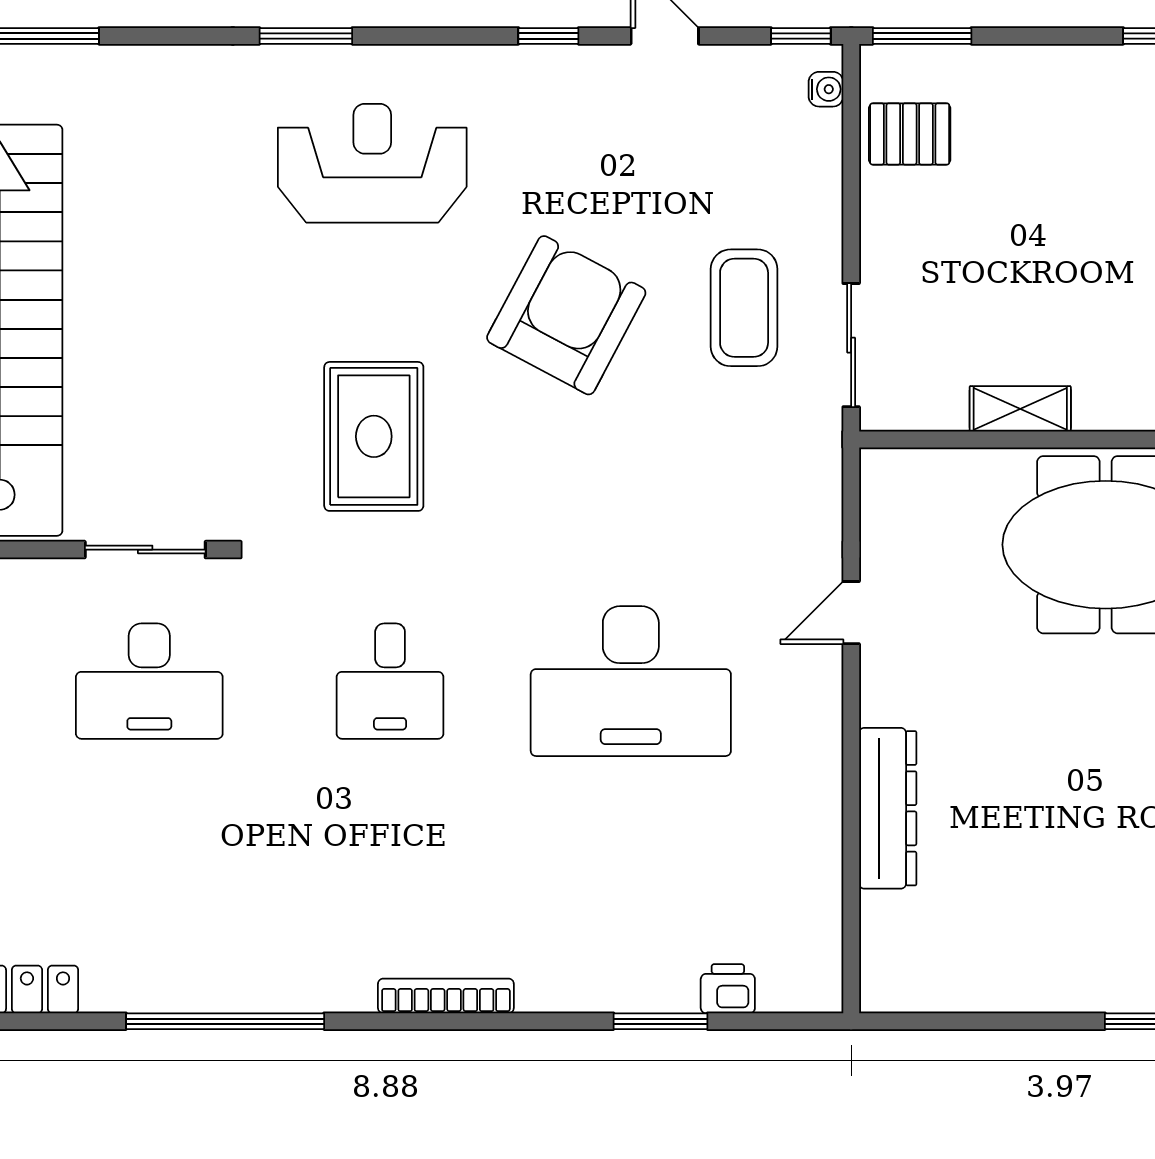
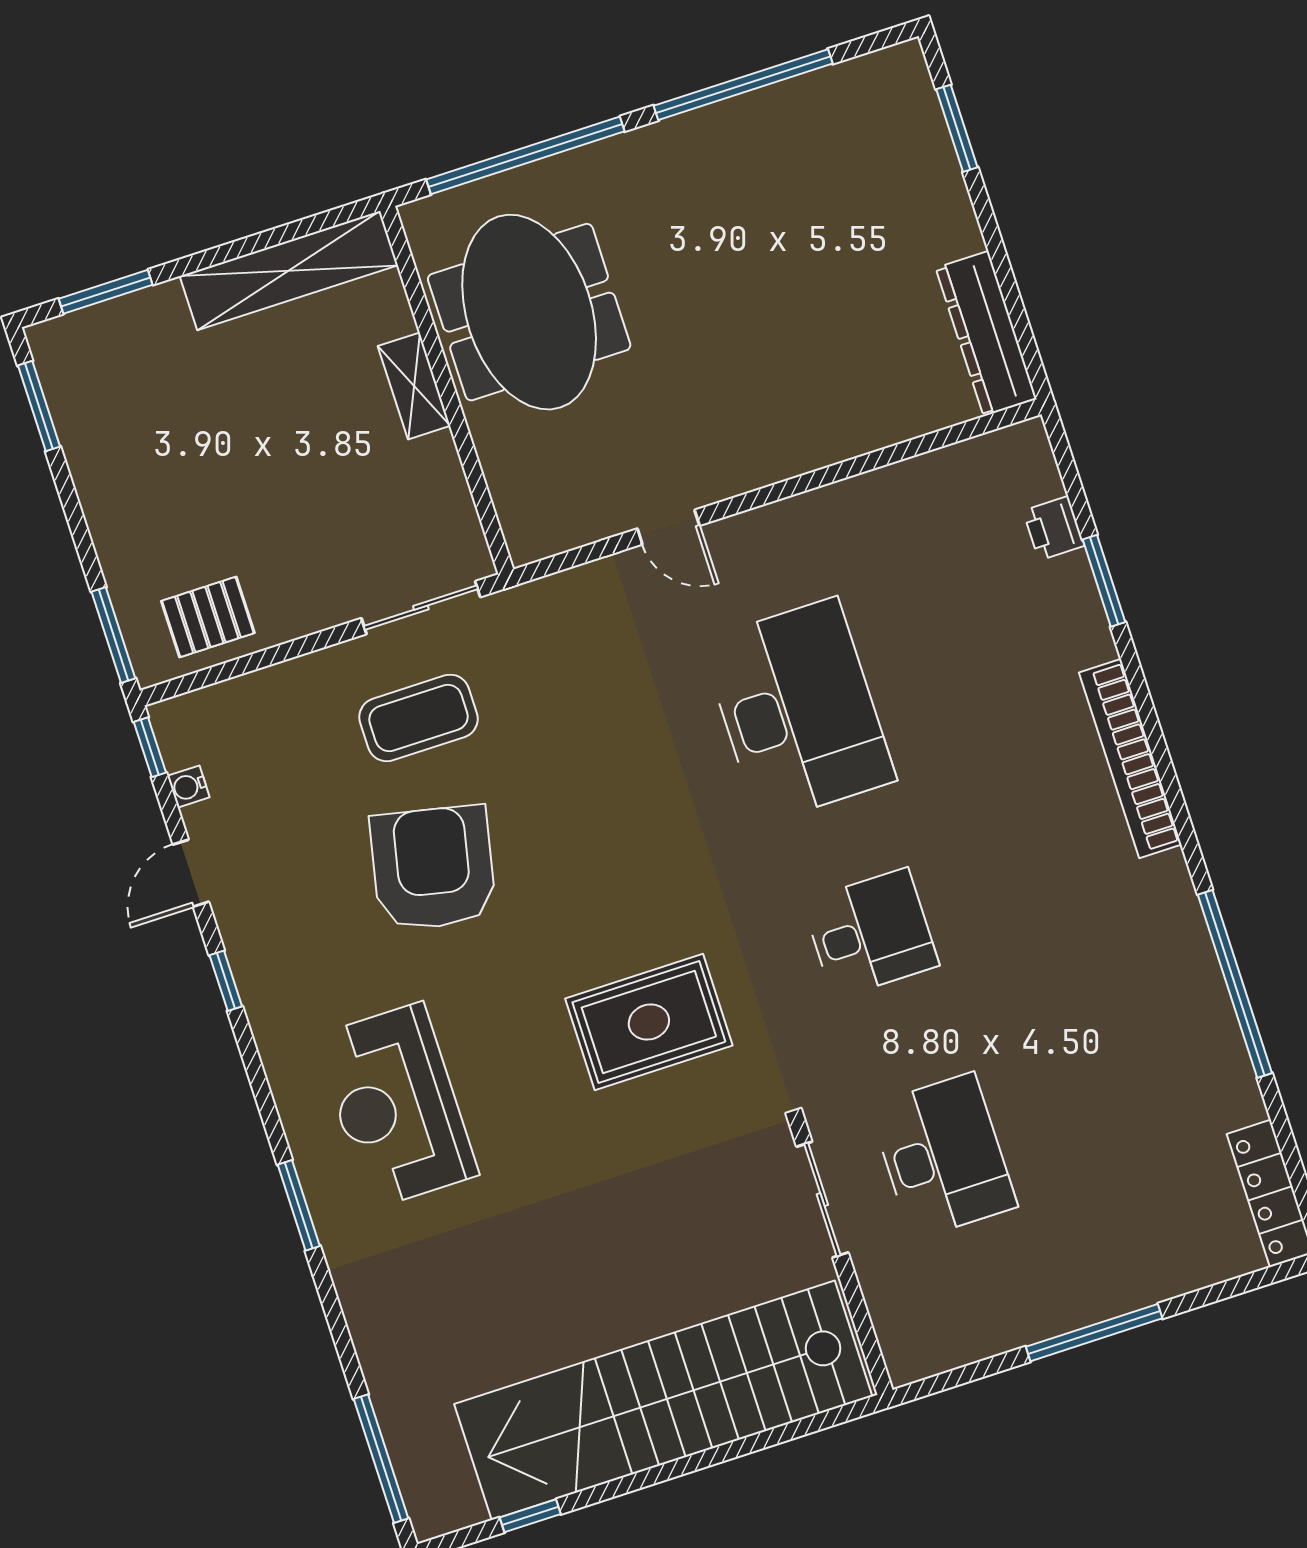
water cooler: (826, 89) -> (188, 787), moved, turned -90
pallet: (910, 134) -> (208, 617), turned 90
armchair: (566, 315) -> (433, 868), moved, turned 74
shelving: (1020, 409) -> (414, 386), moved
dresser: (888, 808) -> (986, 334), moved, turned -90
bookcase: (446, 996) -> (1130, 758), width x1.48, depth x1.31

